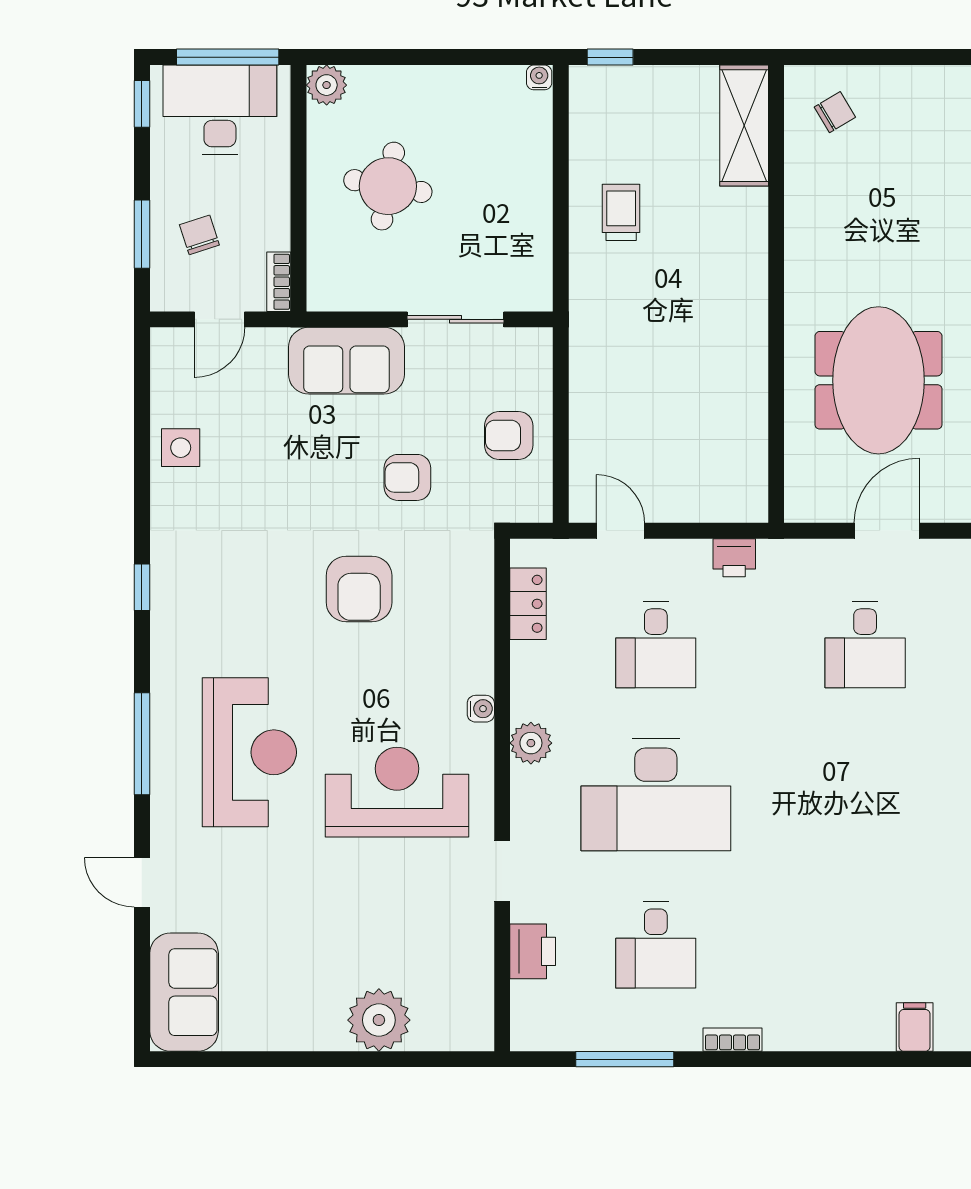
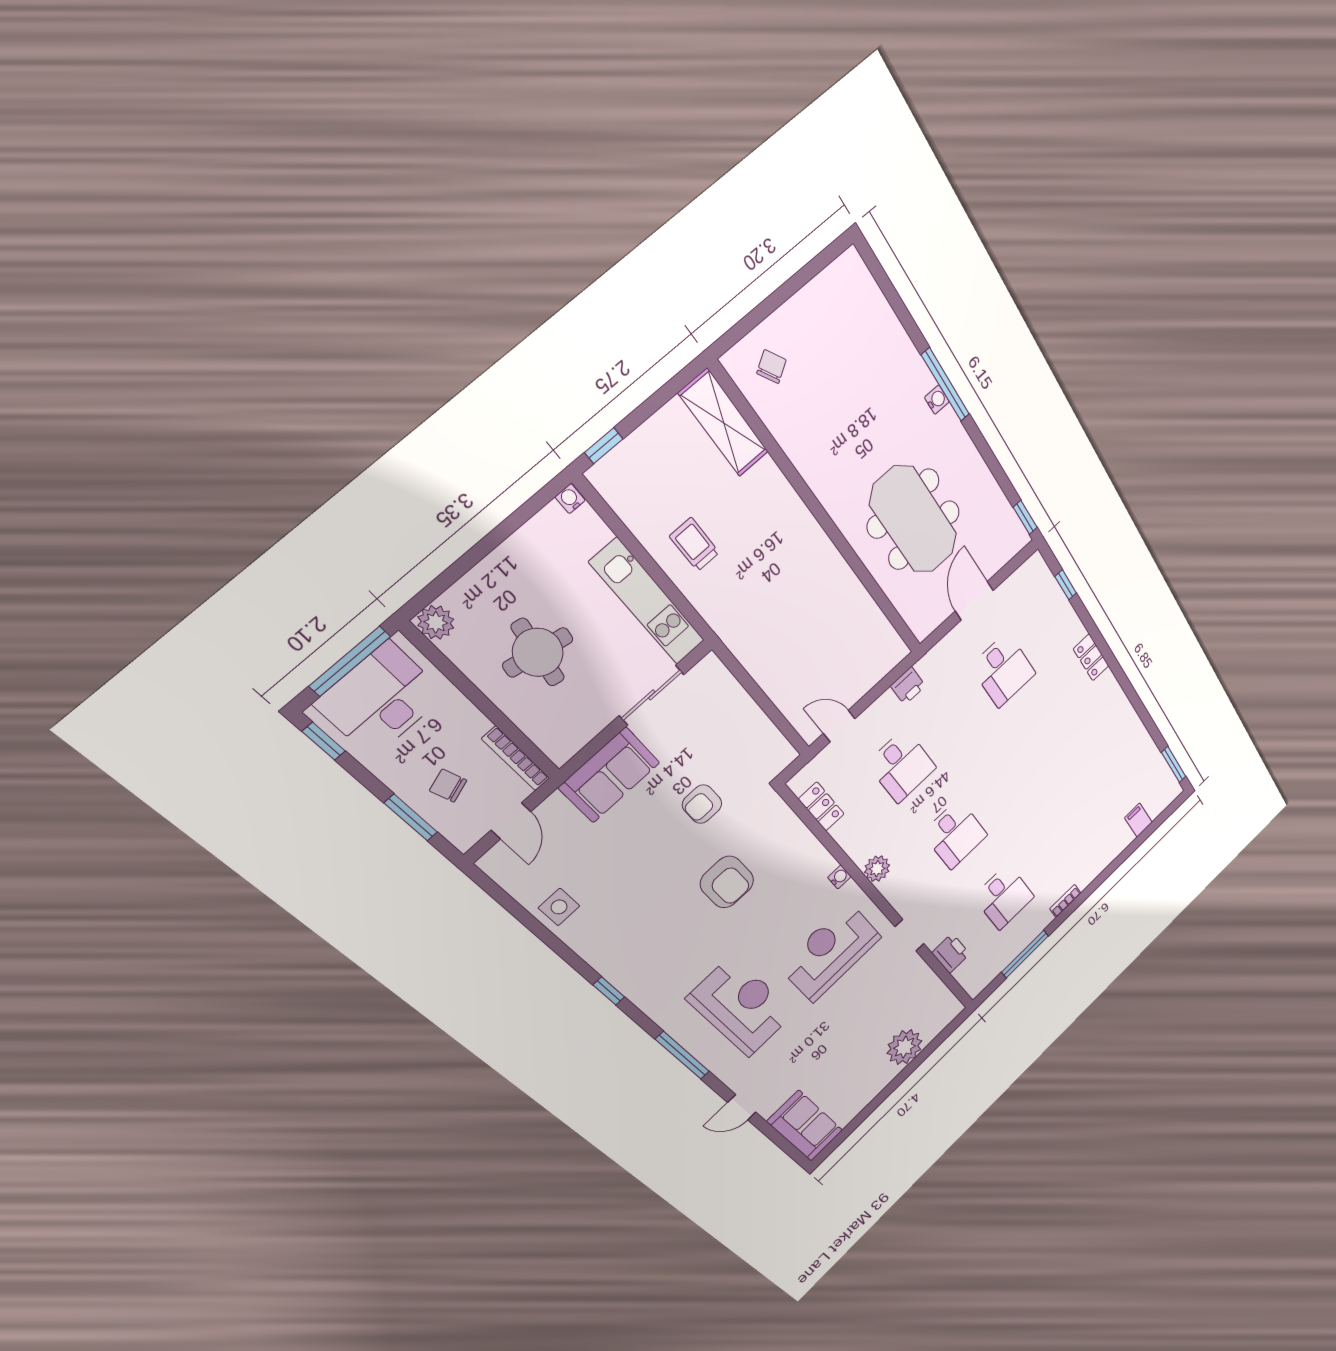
kitchen unit: (529, 228) -> (648, 602), added
bookcase: (279, 282) -> (516, 759), width x1.56
armchair: (509, 436) -> (738, 731), removed
desk: (656, 795) -> (955, 834), width x0.53, depth x0.77

